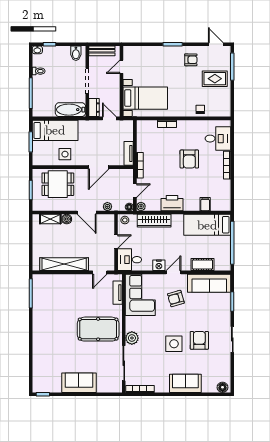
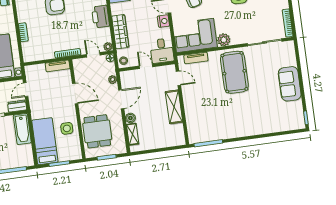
shelving: (64, 264) -> (174, 107), width x0.68
plant: (132, 338) -> (224, 40), moved

